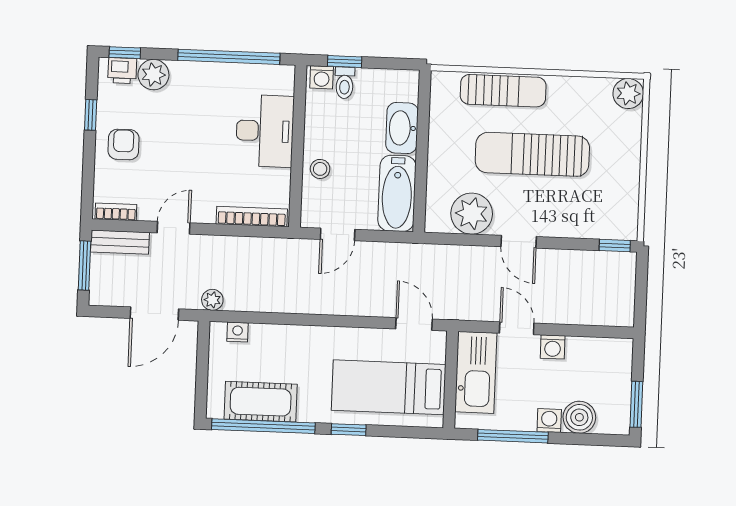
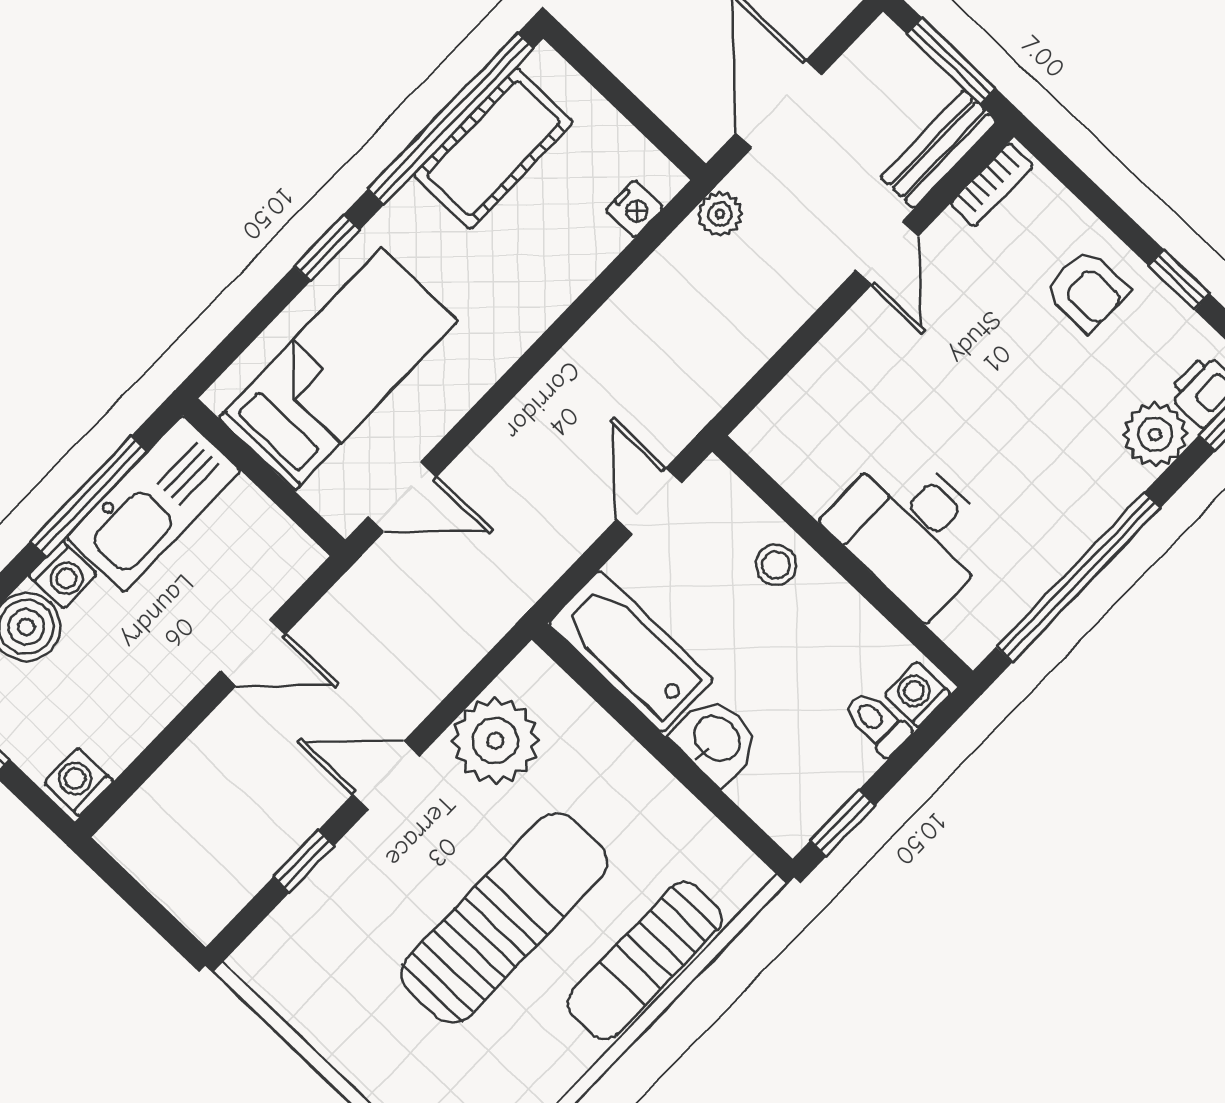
window: (345, 61) -> (843, 823), moved
washbasin: (402, 128) -> (716, 740), width x0.72
bookcase: (252, 216) -> (796, 392), removed
window: (615, 246) -> (304, 861), moved
washing machine: (553, 347) -> (79, 782), moved
kitchen sink: (476, 372) -> (153, 504), moved, turned -90

